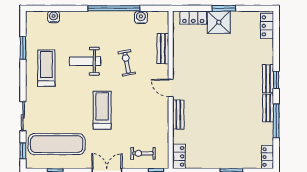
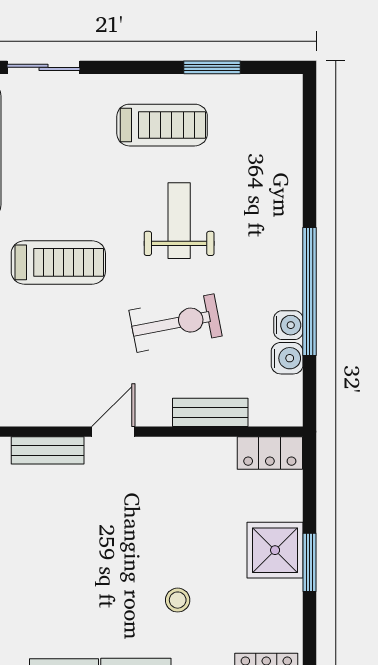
water cooler: (54, 17) -> (288, 325), moved
locker: (193, 18) -> (270, 453), moved, turned -90
stool: (239, 62) -> (178, 600), added
exercise bike: (127, 63) -> (175, 323), width x1.38, depth x1.39

